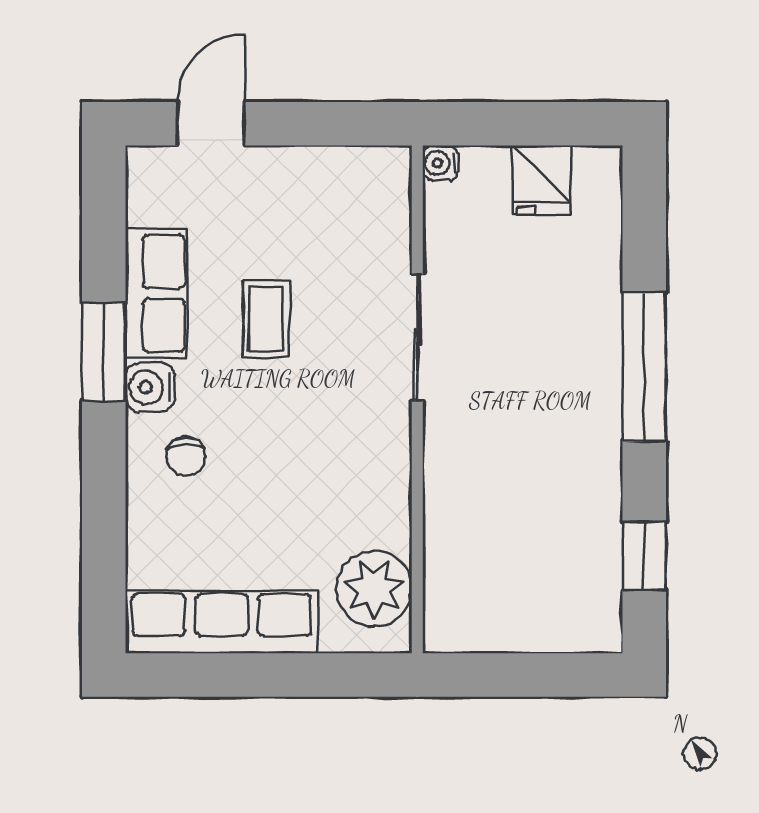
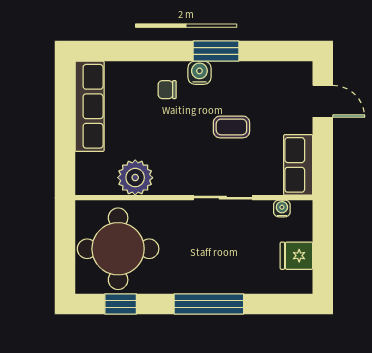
water cooler: (440, 163) -> (282, 209), moved
row of seats: (156, 294) -> (298, 165), moved, turned 90
round table: (526, 561) -> (118, 249), added
plant: (374, 589) -> (135, 178), moved

